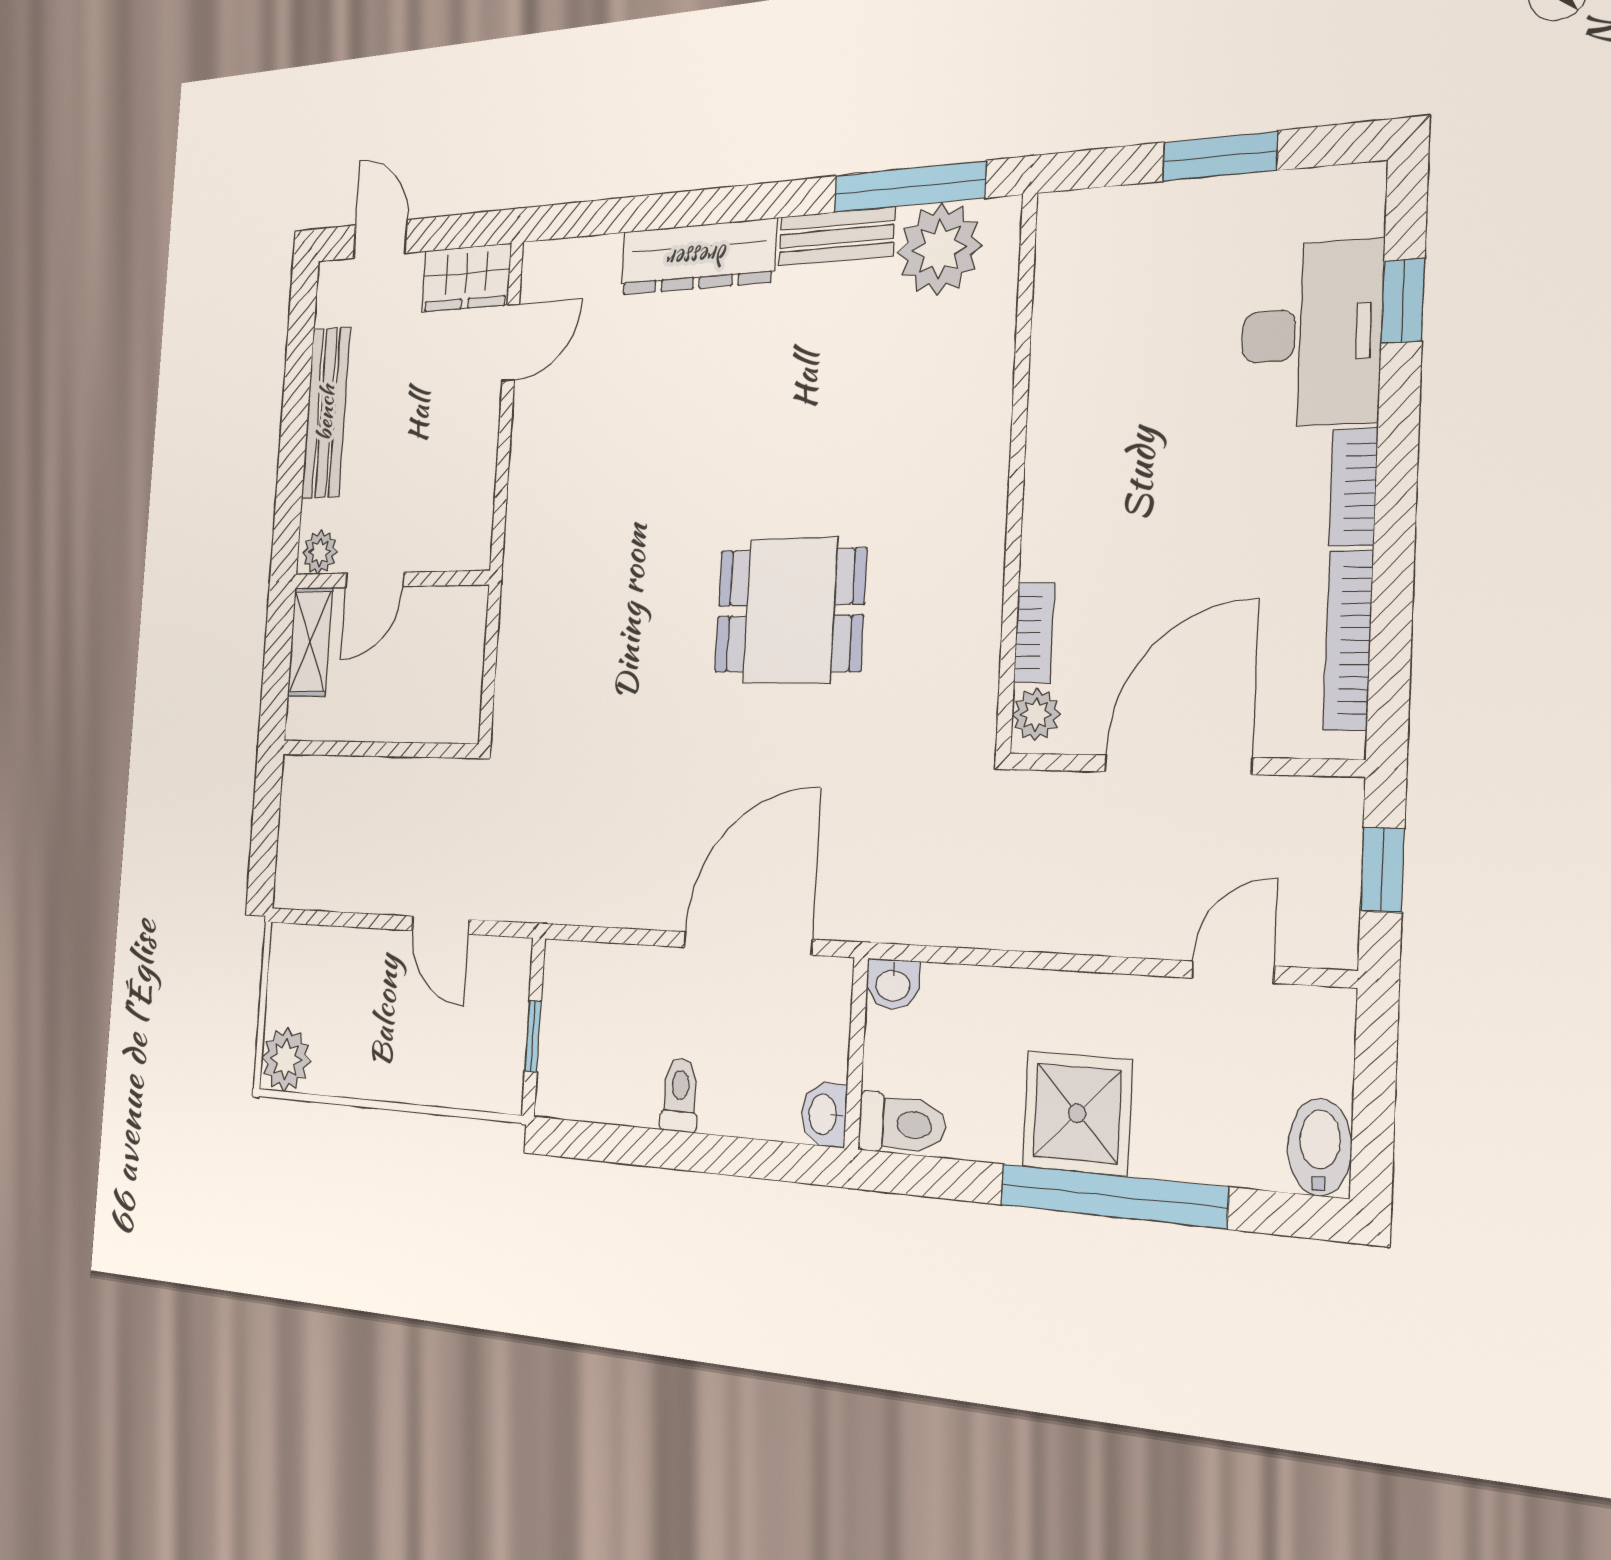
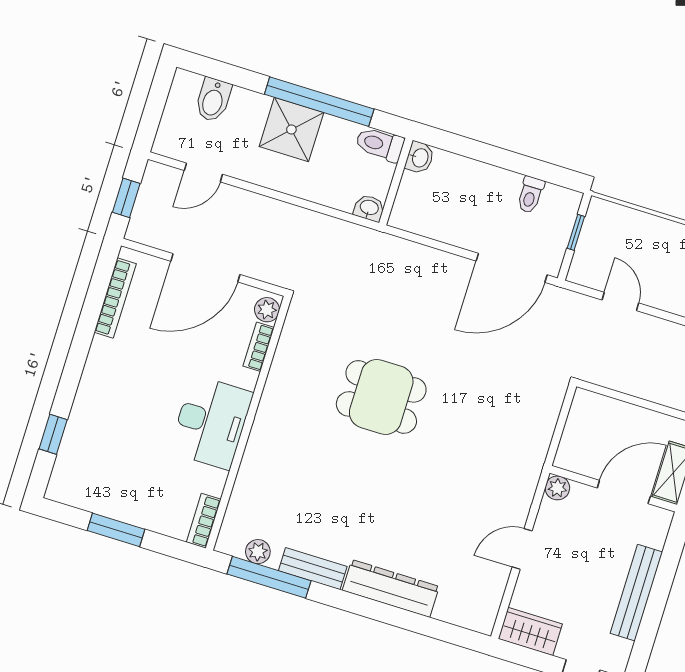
plant: (939, 249) -> (258, 552), width x0.53, depth x0.53
desk: (1311, 334) -> (211, 422), moved, turned 180
door: (511, 343) -> (522, 549), moved
bookcase: (1353, 487) -> (204, 521), moved, turned 180
plant: (320, 552) -> (557, 488), moved
door: (374, 580) -> (624, 492), width x1.38
door: (748, 943) -> (512, 268), moved
toilet: (680, 1095) -> (530, 195), moved
bidet: (1320, 1147) -> (213, 100), moved
window: (1113, 1196) -> (319, 102), moved

